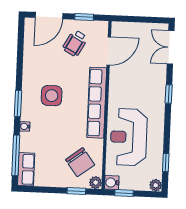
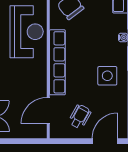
window: (84, 17) -> (72, 141), removed
side table: (52, 96) -> (107, 76), moved

